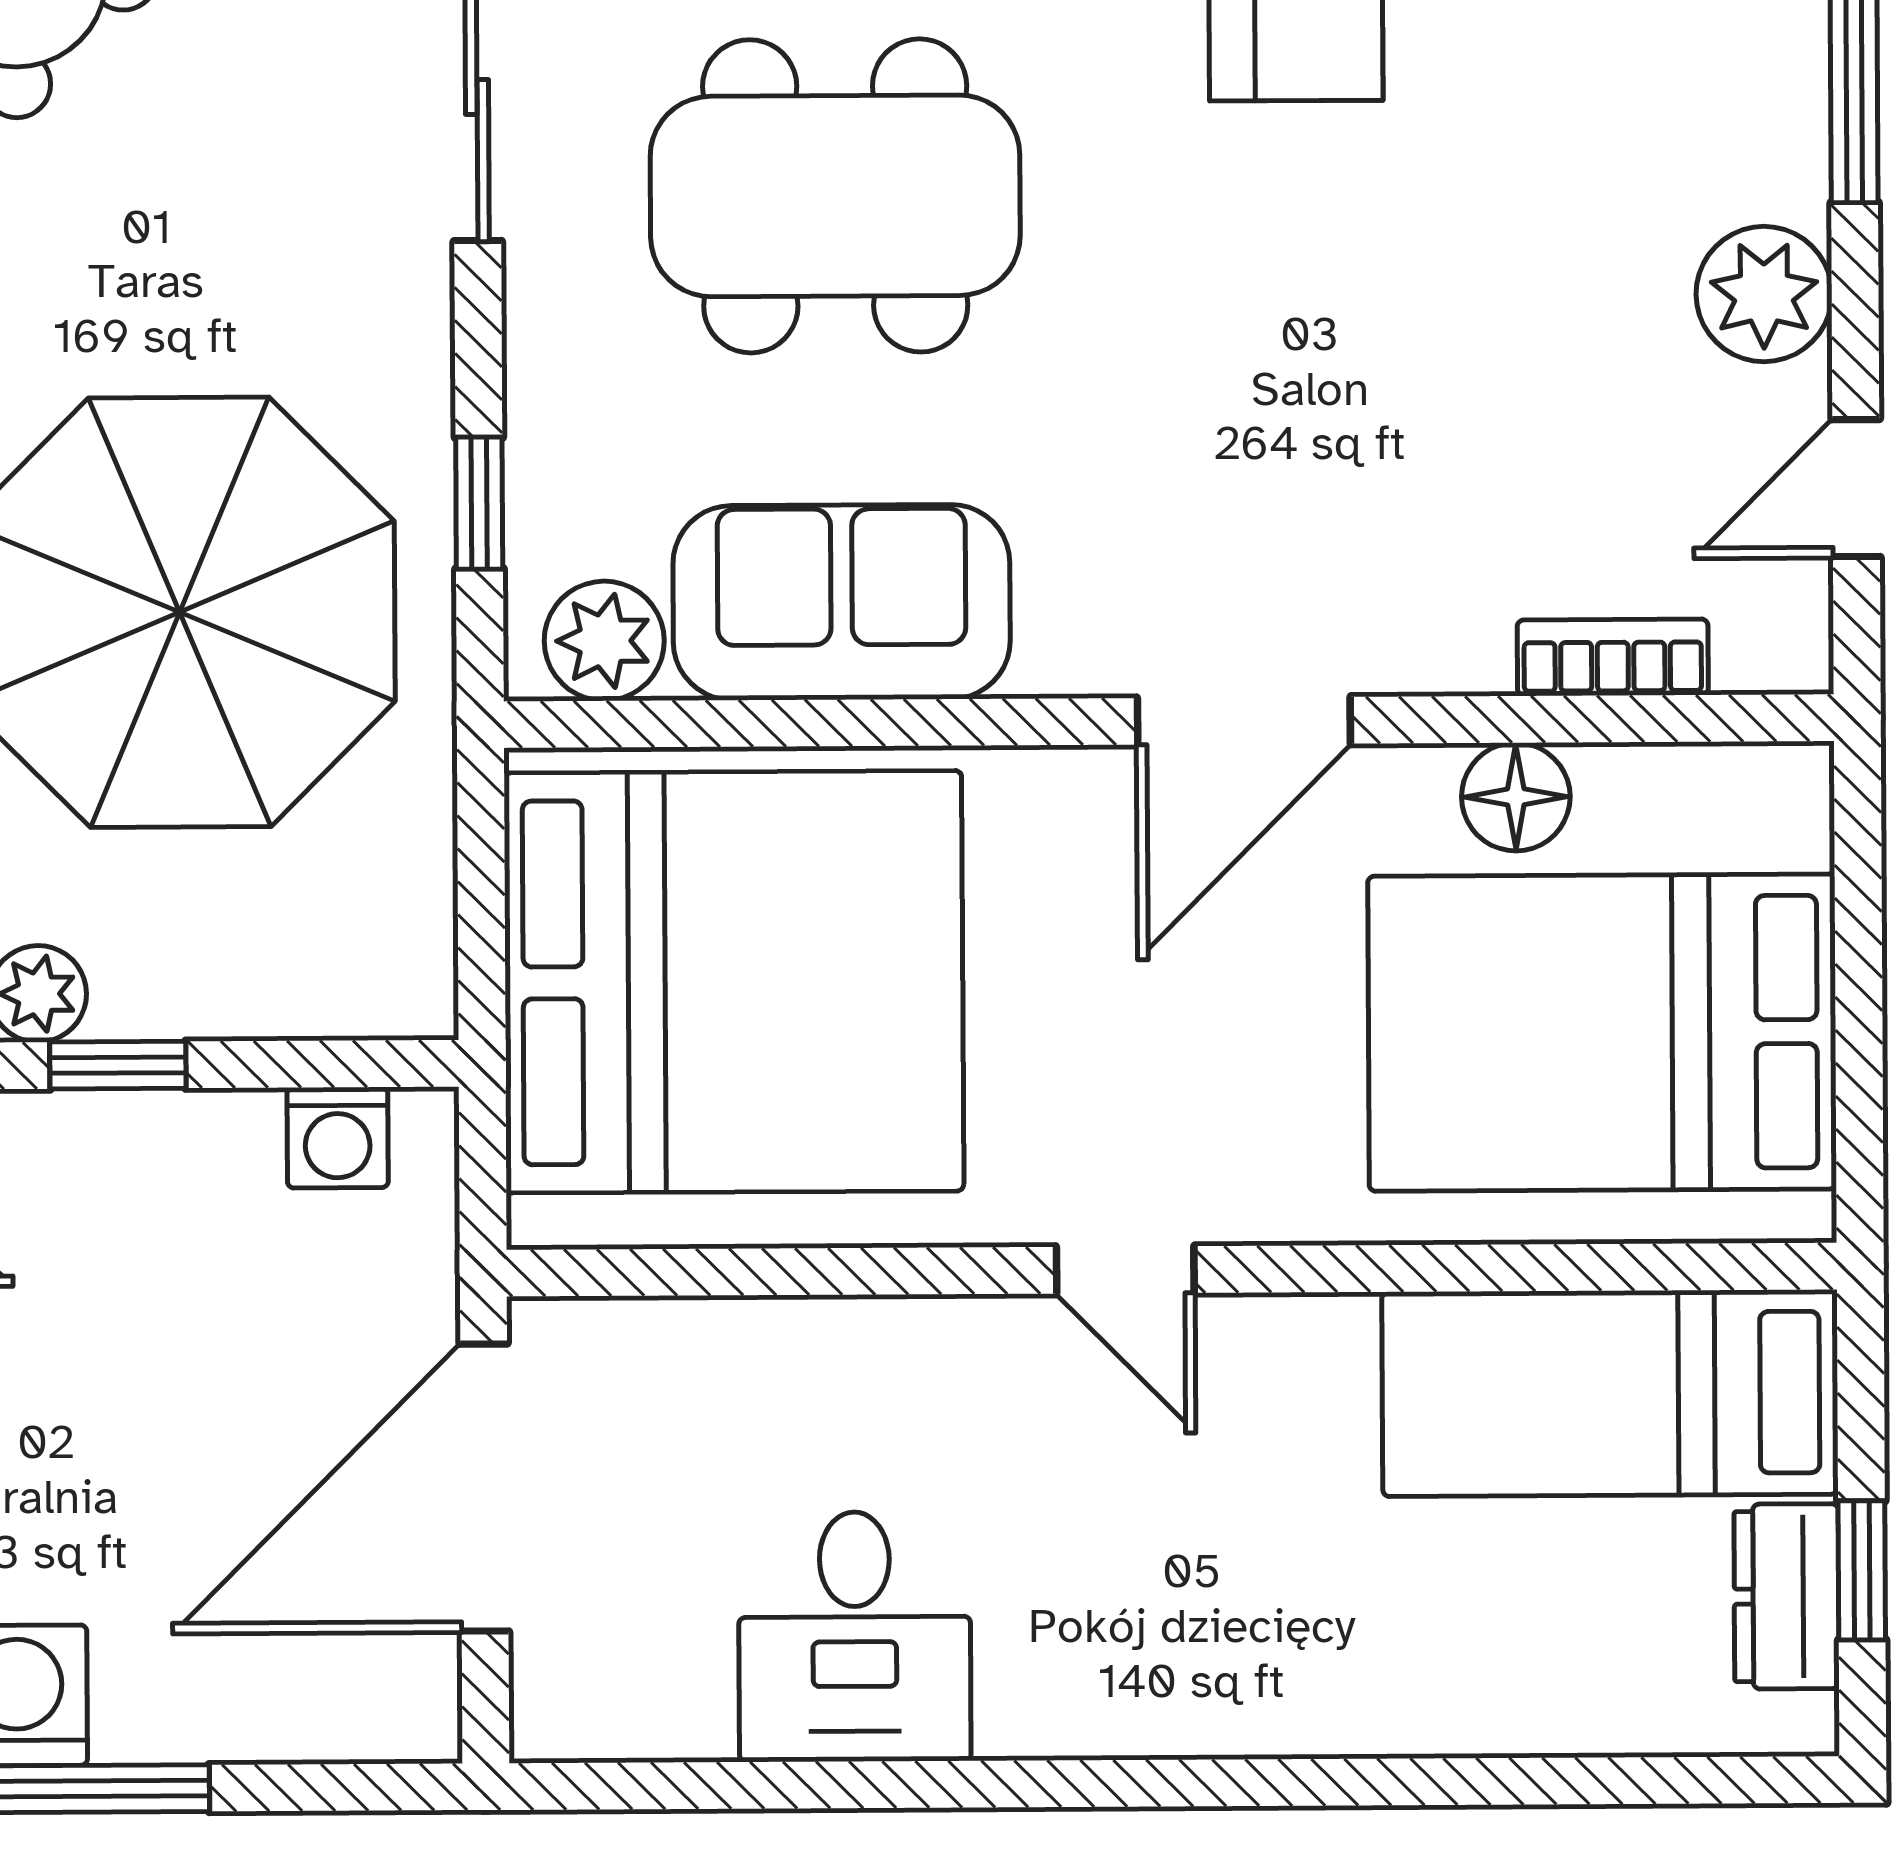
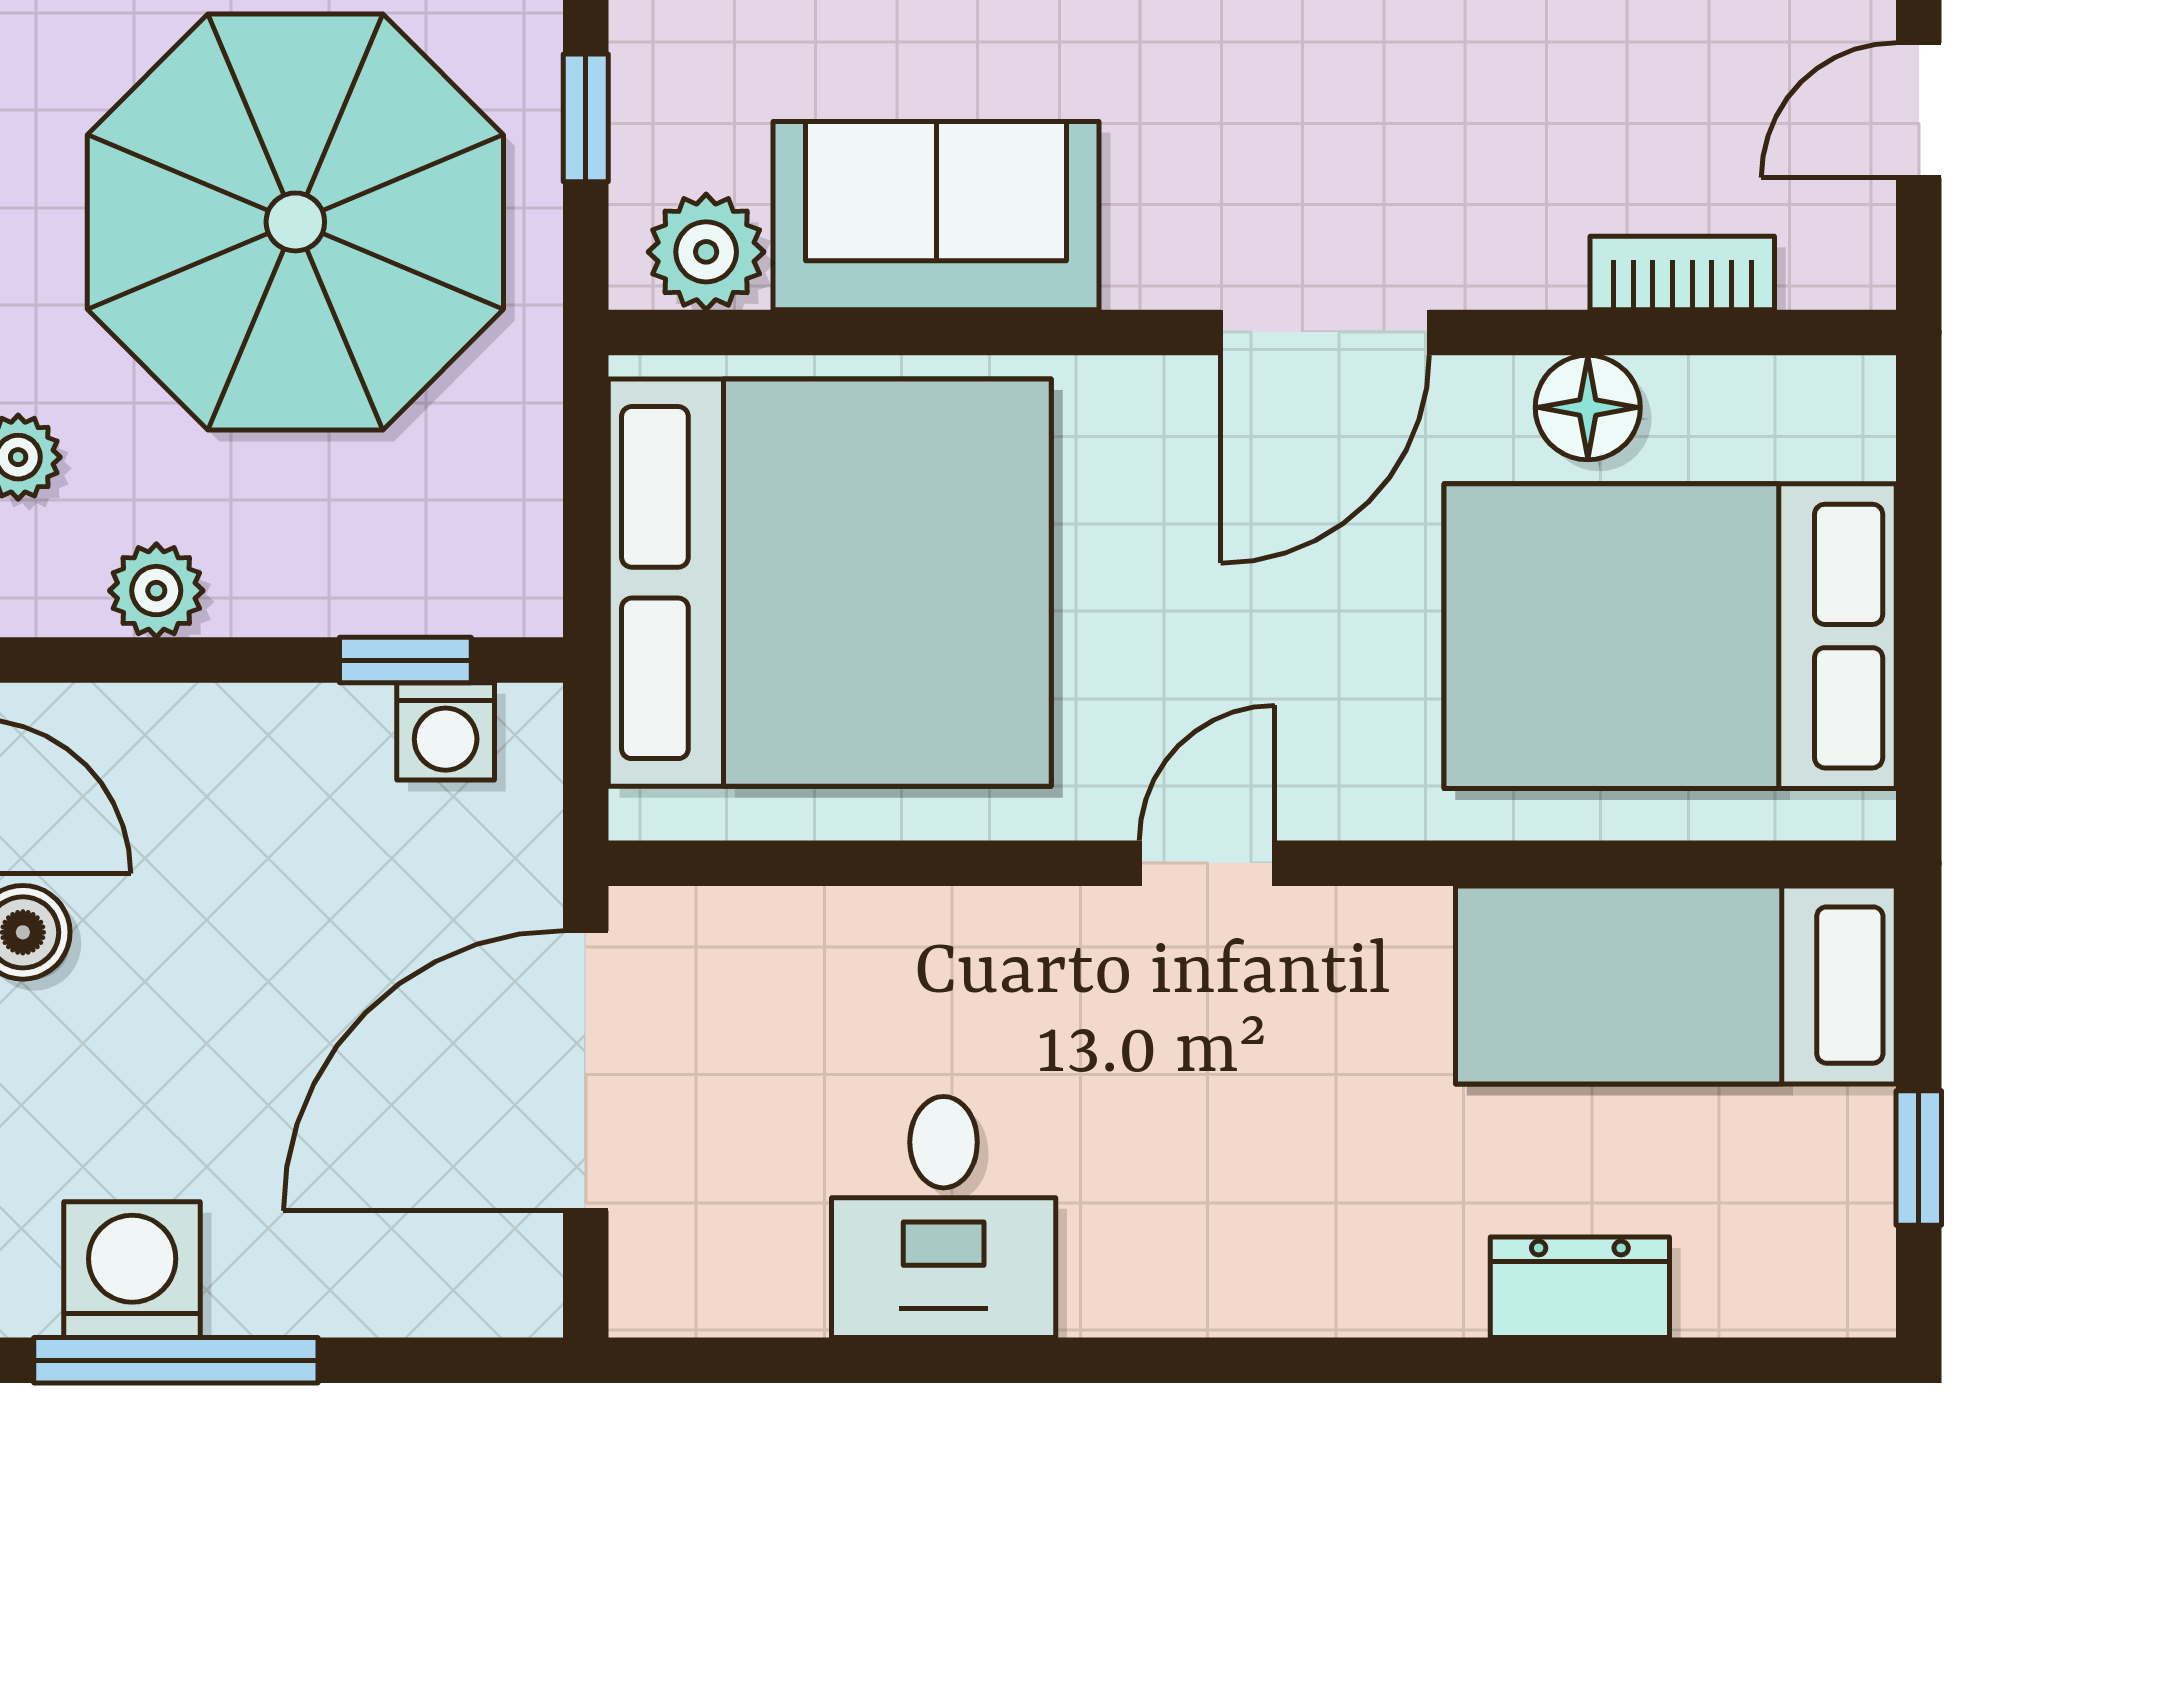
window: (118, 1065) -> (405, 660), moved
door: (1125, 1270) -> (1207, 863), swing flipped
dresser: (1787, 1596) -> (1580, 1287), moved, turned 90

